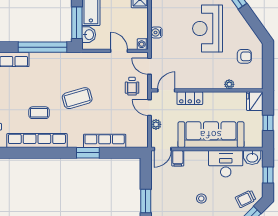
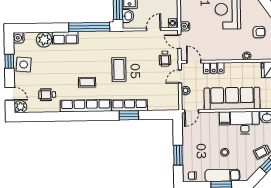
water cooler: (156, 32) -> (185, 26), moved
door: (119, 51) -> (154, 29), hinge flipped
door: (166, 90) -> (194, 62), hinge flipped
coffee table: (77, 98) -> (119, 69), turned -74
door: (149, 108) -> (180, 77), hinge flipped
row of seats: (105, 141) -> (130, 105), moved
filing cabinet: (178, 158) -> (225, 118), moved

